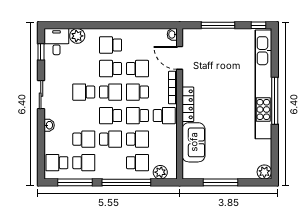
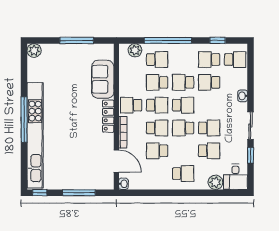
window: (41, 52) -> (251, 155), moved
school desk: (111, 69) -> (209, 151), moved
school desk: (137, 163) -> (157, 60), turned 180
window: (75, 182) -> (218, 40), width x0.46

